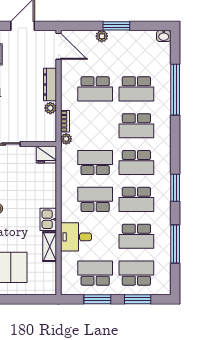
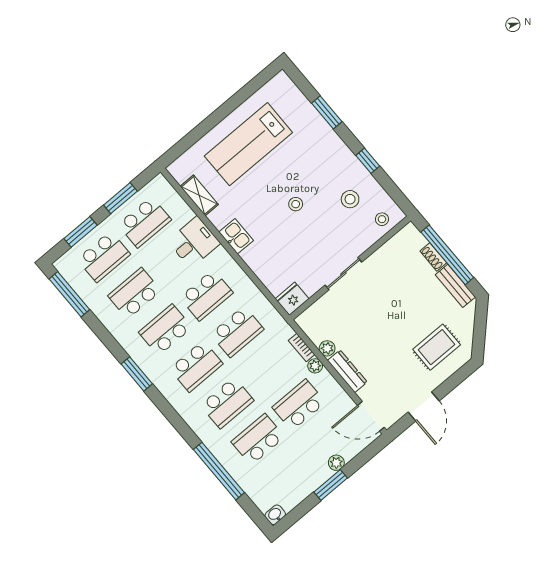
school desk: (136, 126) -> (227, 403), turned 180
plant: (66, 139) -> (315, 366), moved
school desk: (136, 163) -> (196, 366), turned 180
window: (175, 244) -> (69, 294), moved
shelving: (50, 247) -> (199, 195), moved

